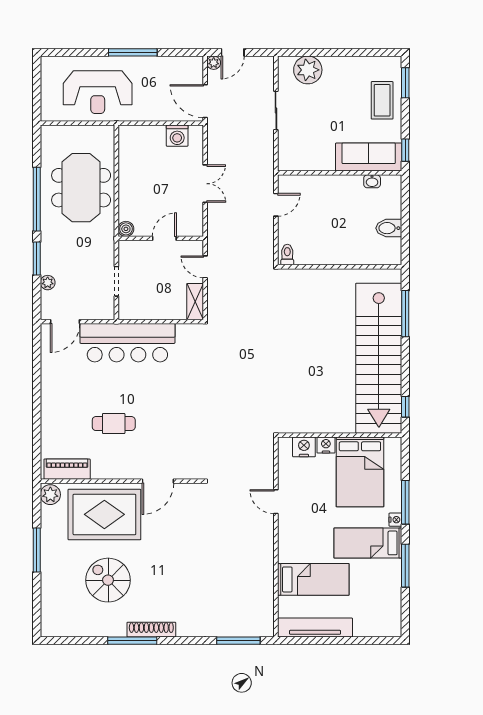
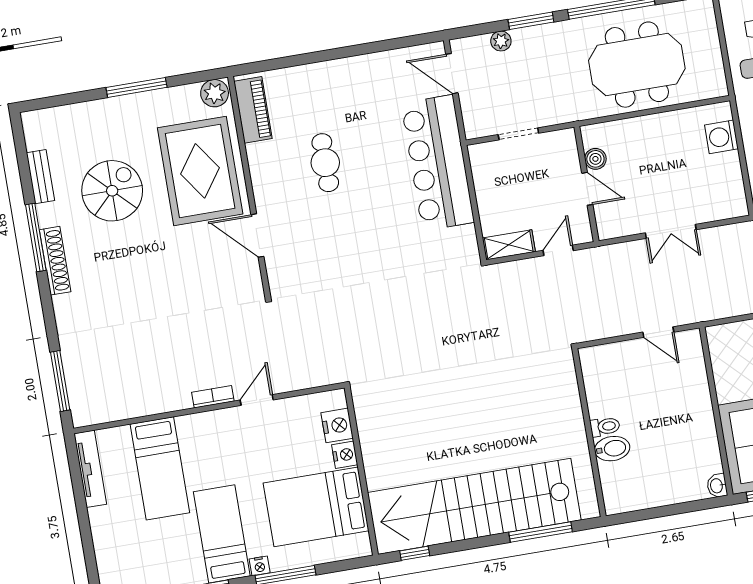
washing machine: (177, 136) -> (721, 137), moved
washbasin: (372, 181) -> (717, 486), moved
bidet: (389, 228) -> (612, 449), moved, turned 90
boiler: (126, 229) -> (595, 159), moved
toilet: (287, 255) -> (605, 427), moved
bookcase: (268, 533) -> (213, 397), added
tv unit: (315, 627) -> (90, 469), width x0.73, depth x0.78
bench: (89, 630) -> (41, 177), added

